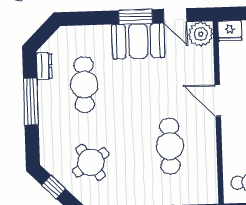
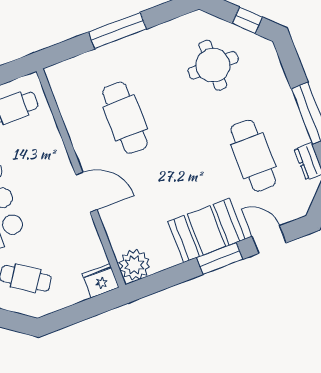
door: (175, 15) -> (269, 240), moved
round table: (91, 162) -> (213, 65), turned 34

